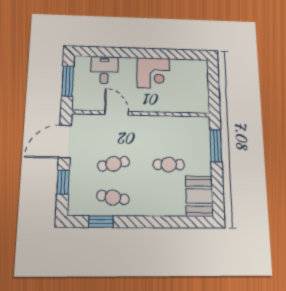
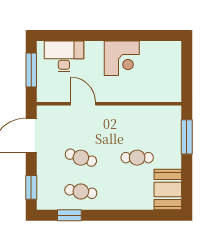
desk: (104, 70) -> (64, 56), width x1.37
cafe table: (114, 164) -> (81, 158), turned 30
window: (63, 182) -> (31, 187), moved

